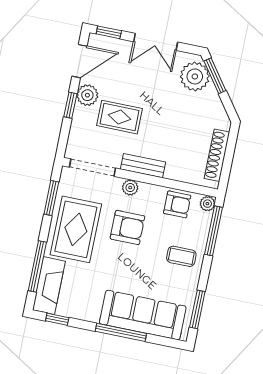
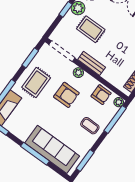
rug: (76, 229) -> (36, 82), width x0.73, depth x0.70

